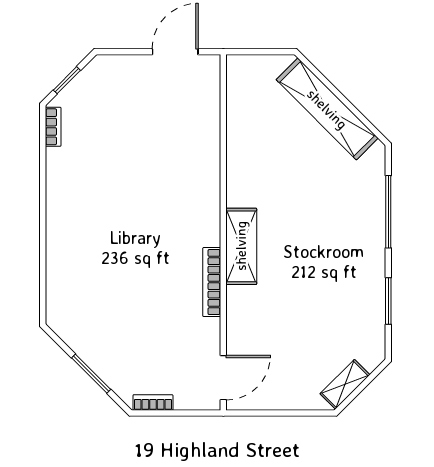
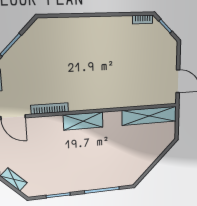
shelving: (327, 109) -> (149, 116), moved, turned 45
bookcase: (212, 282) -> (50, 108), moved

